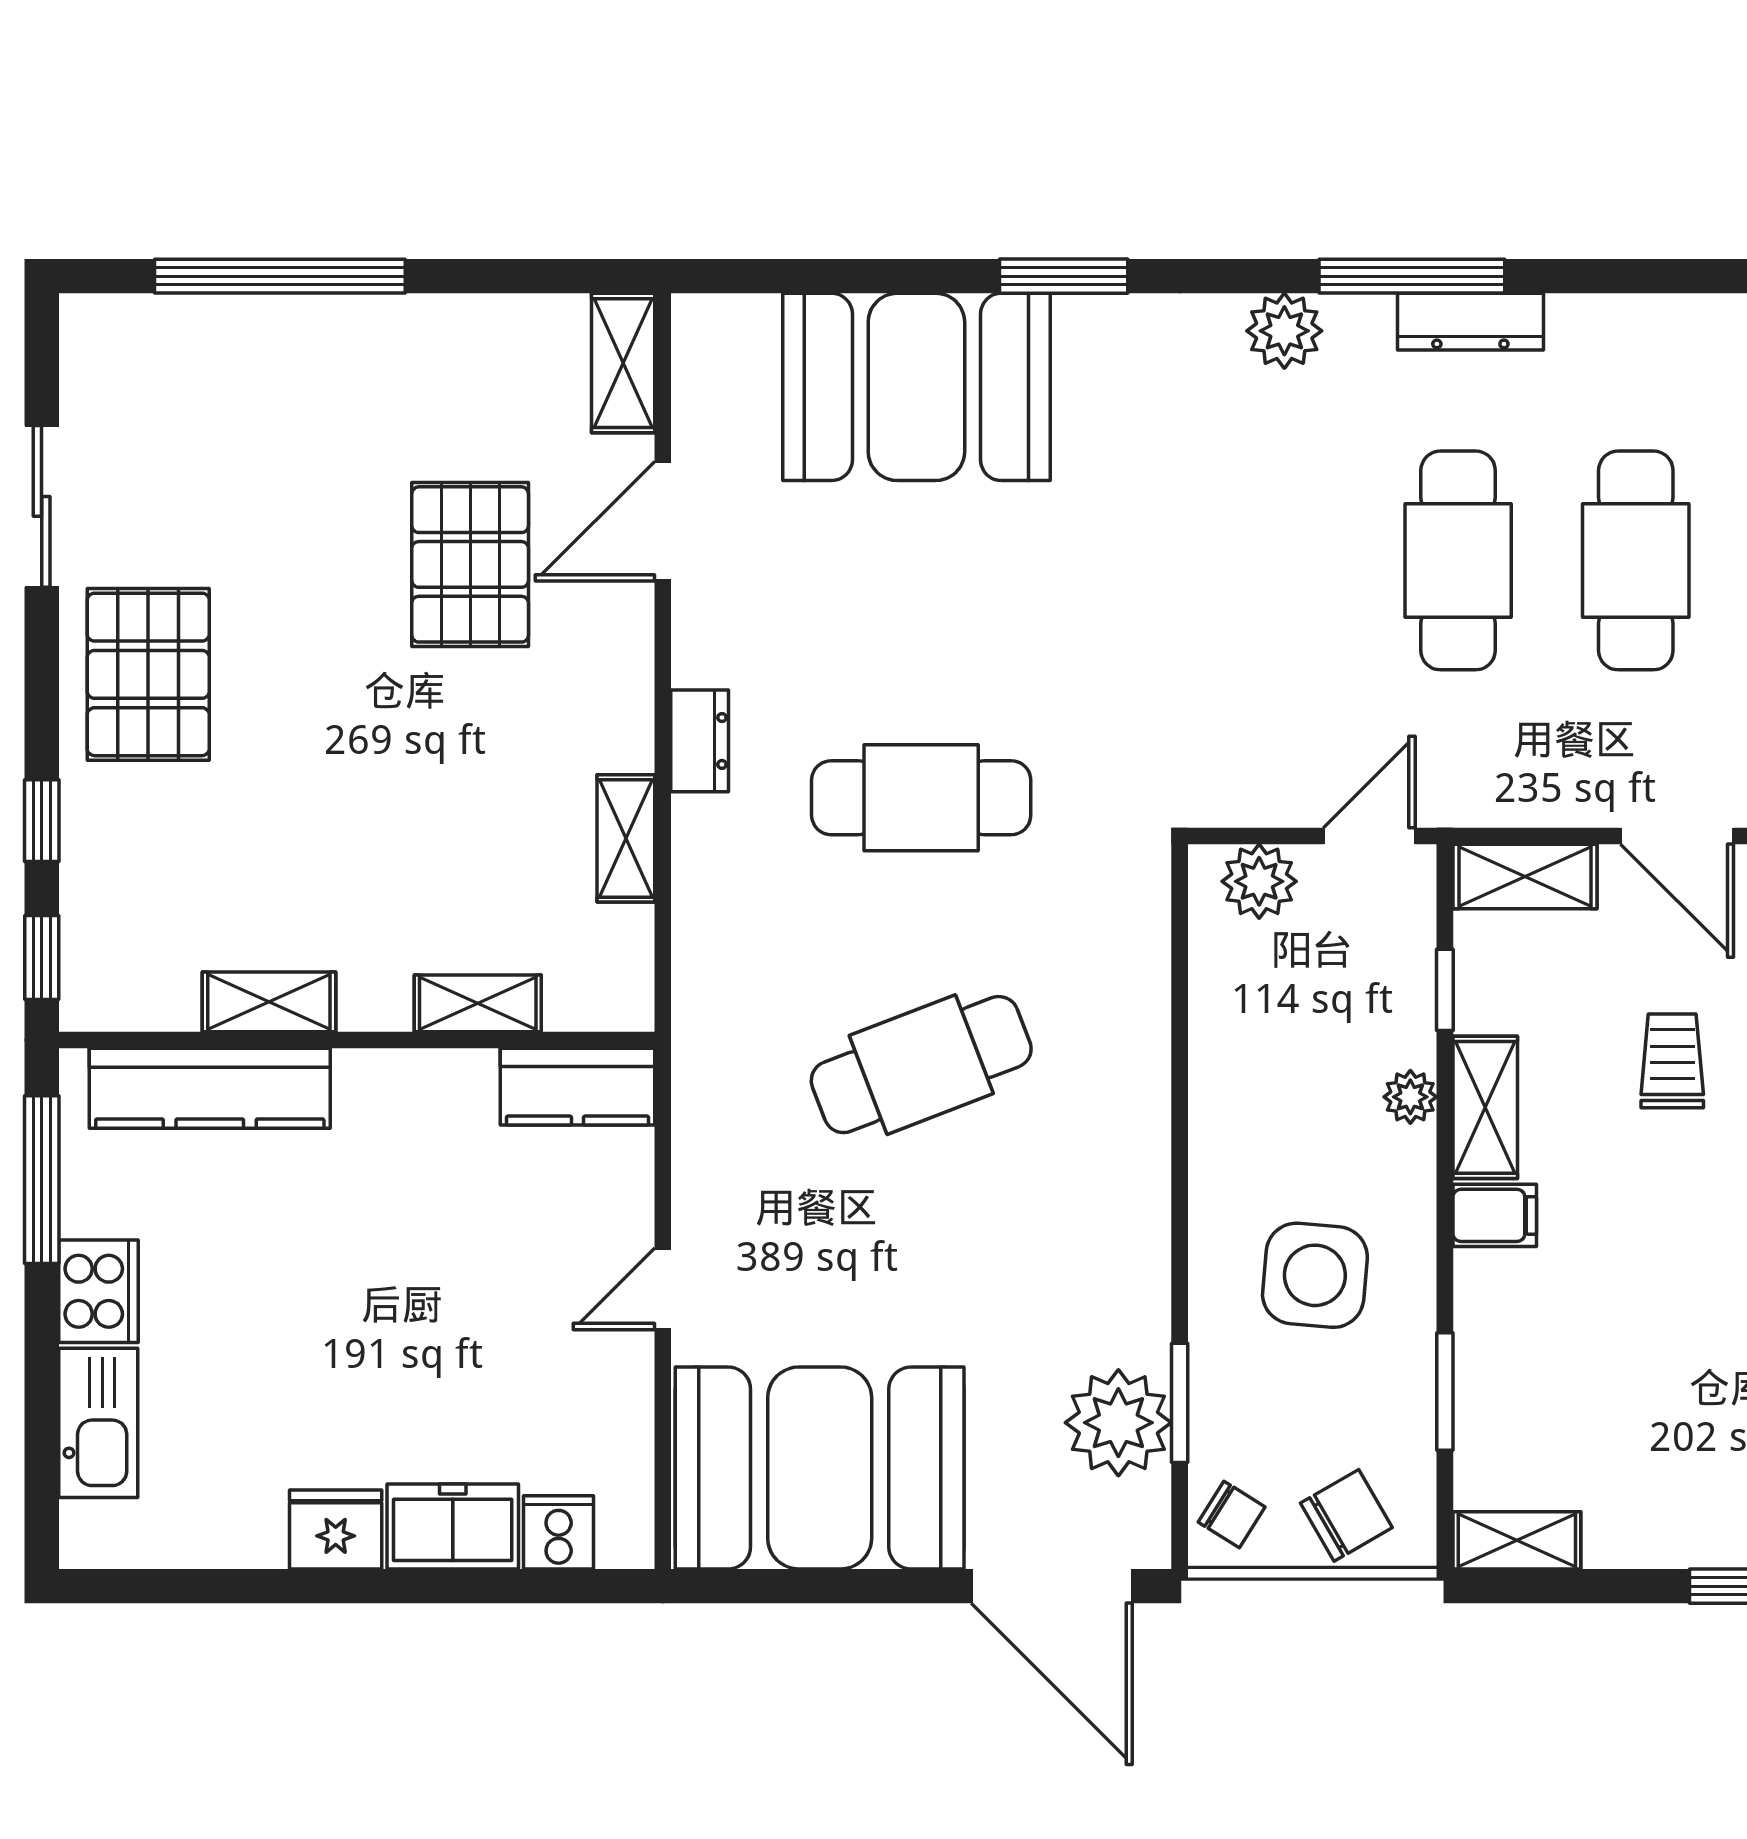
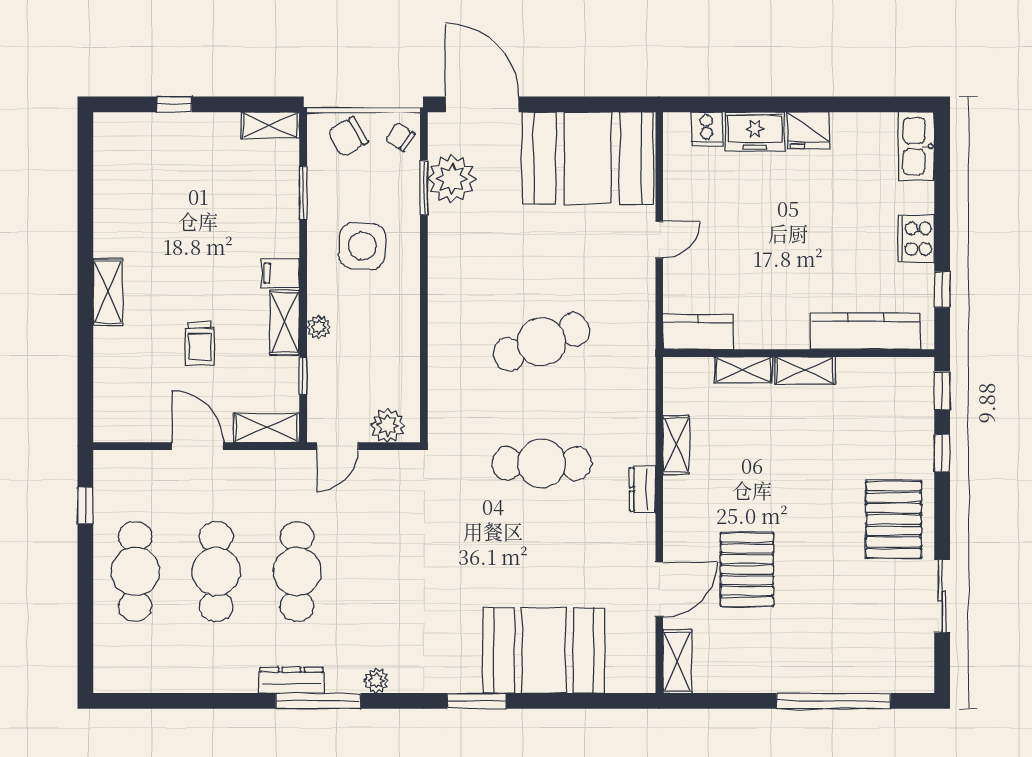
plant: (1284, 331) -> (376, 681), width x0.73, depth x0.73
shelving: (269, 1002) -> (805, 370), moved
window: (42, 1180) -> (942, 290), width x0.46
kitchen sink: (98, 1423) -> (916, 146), moved

